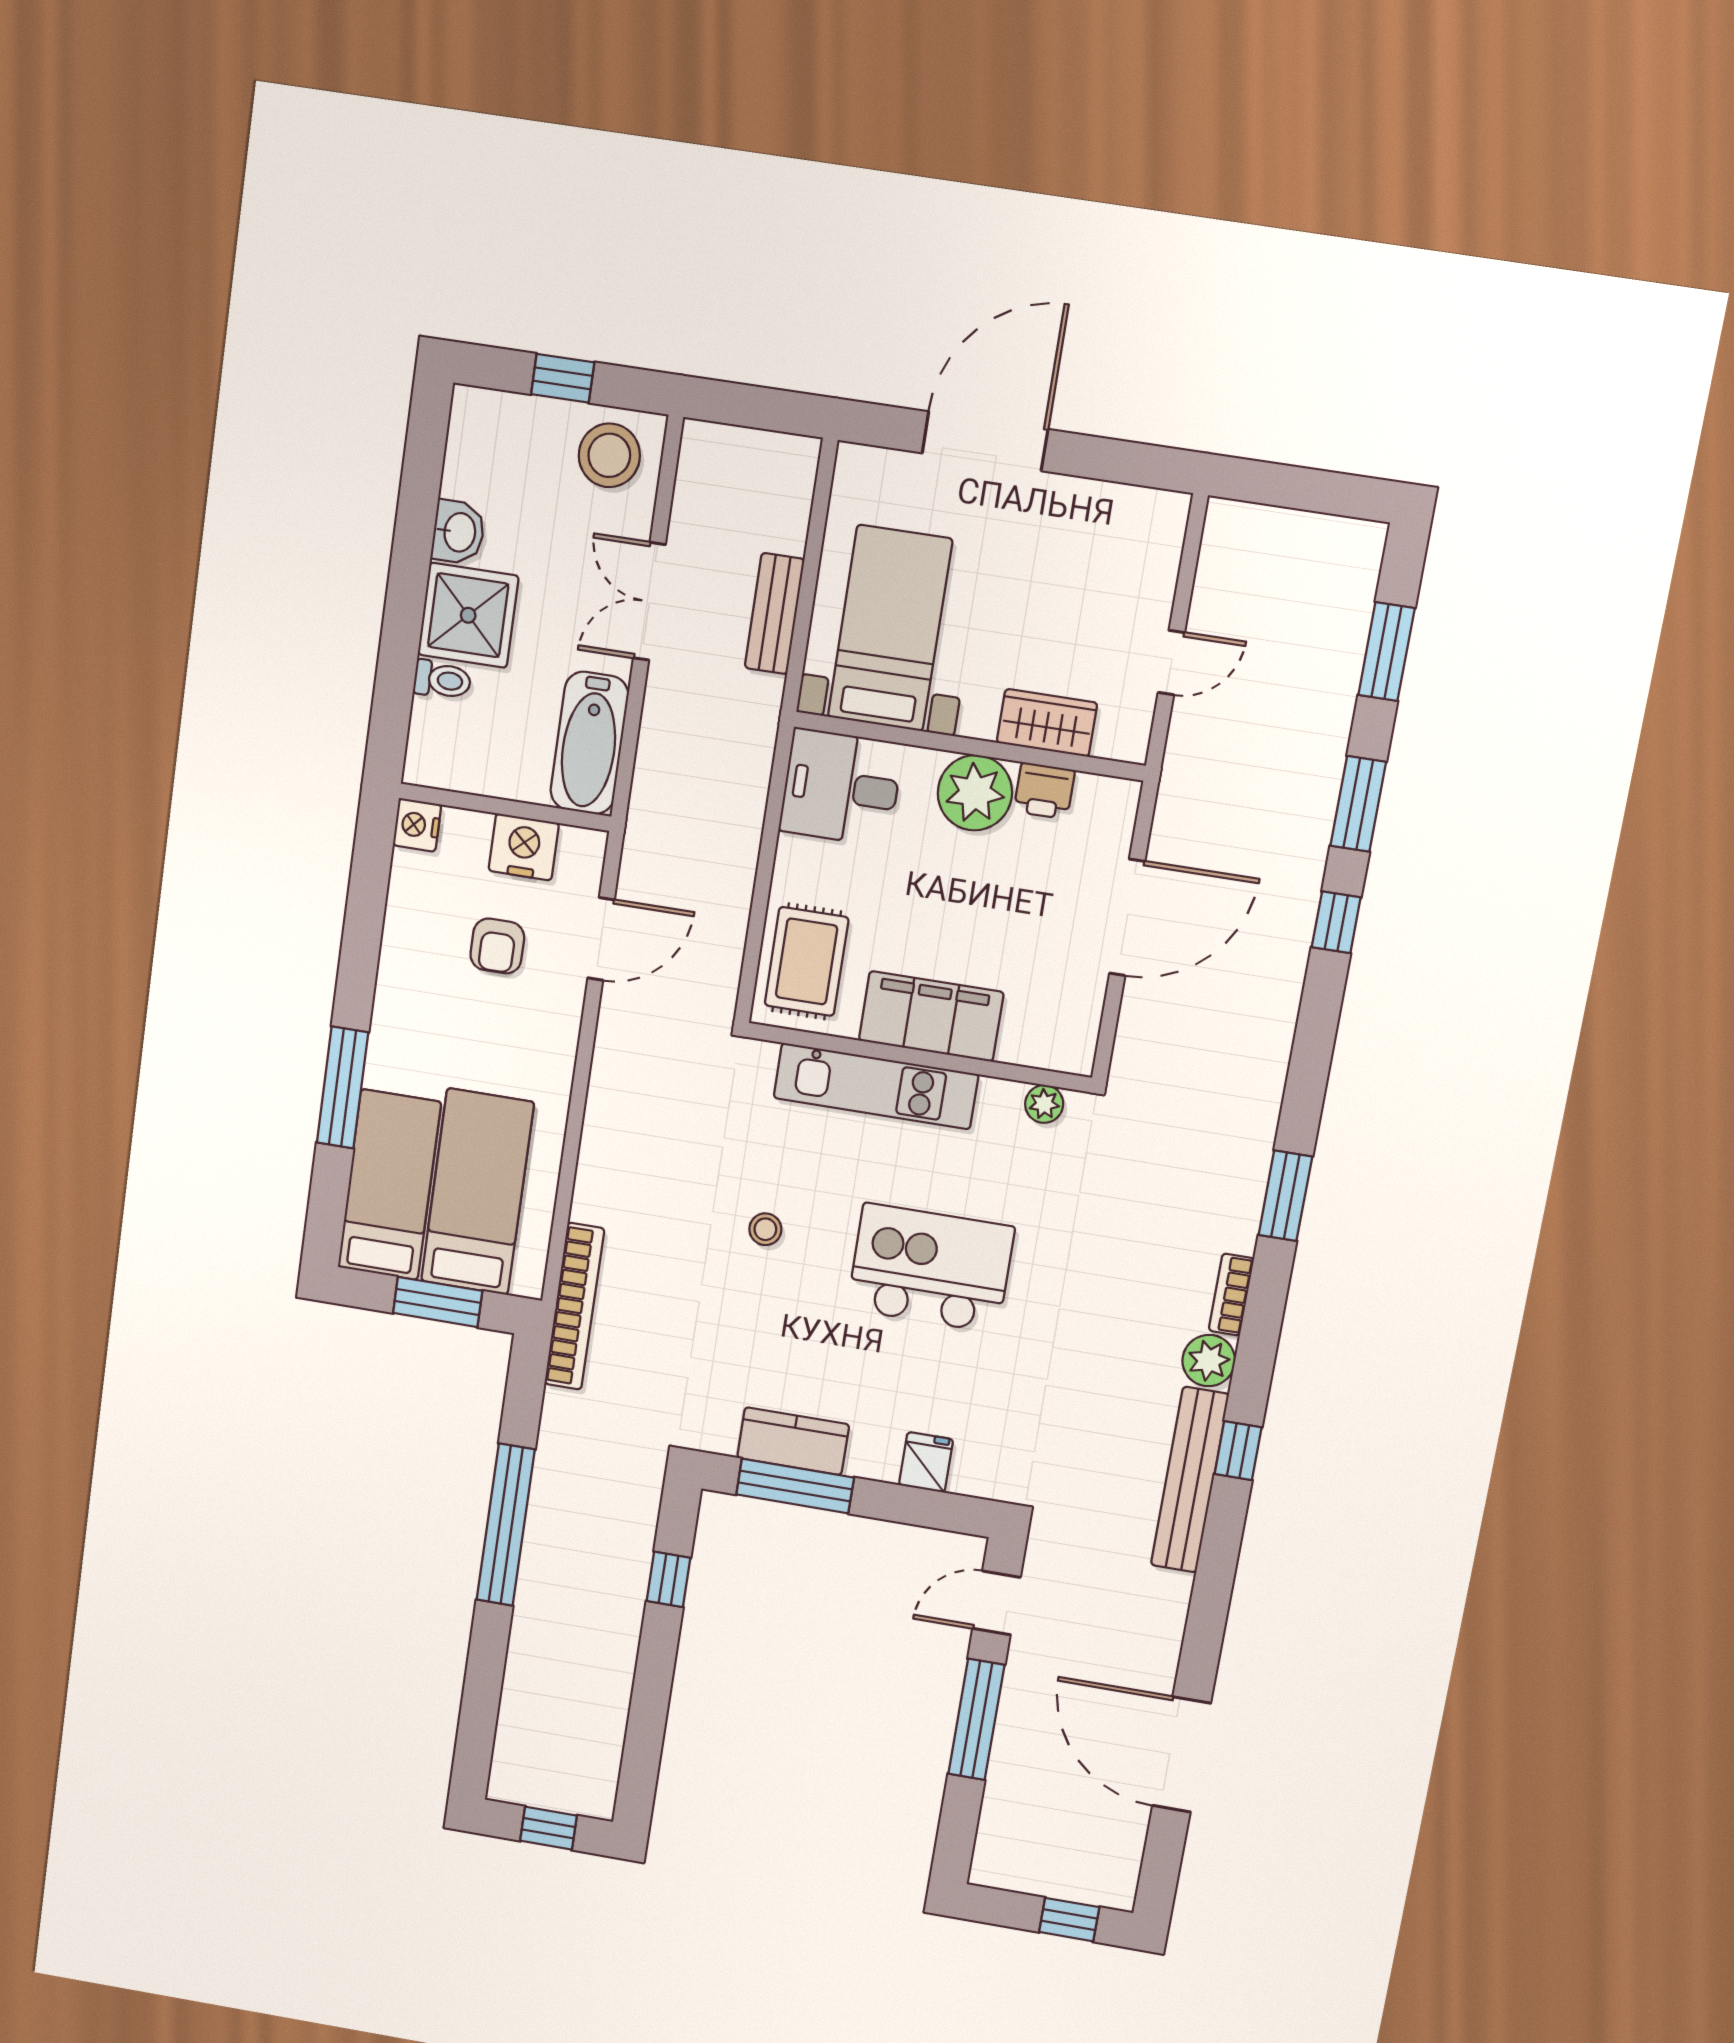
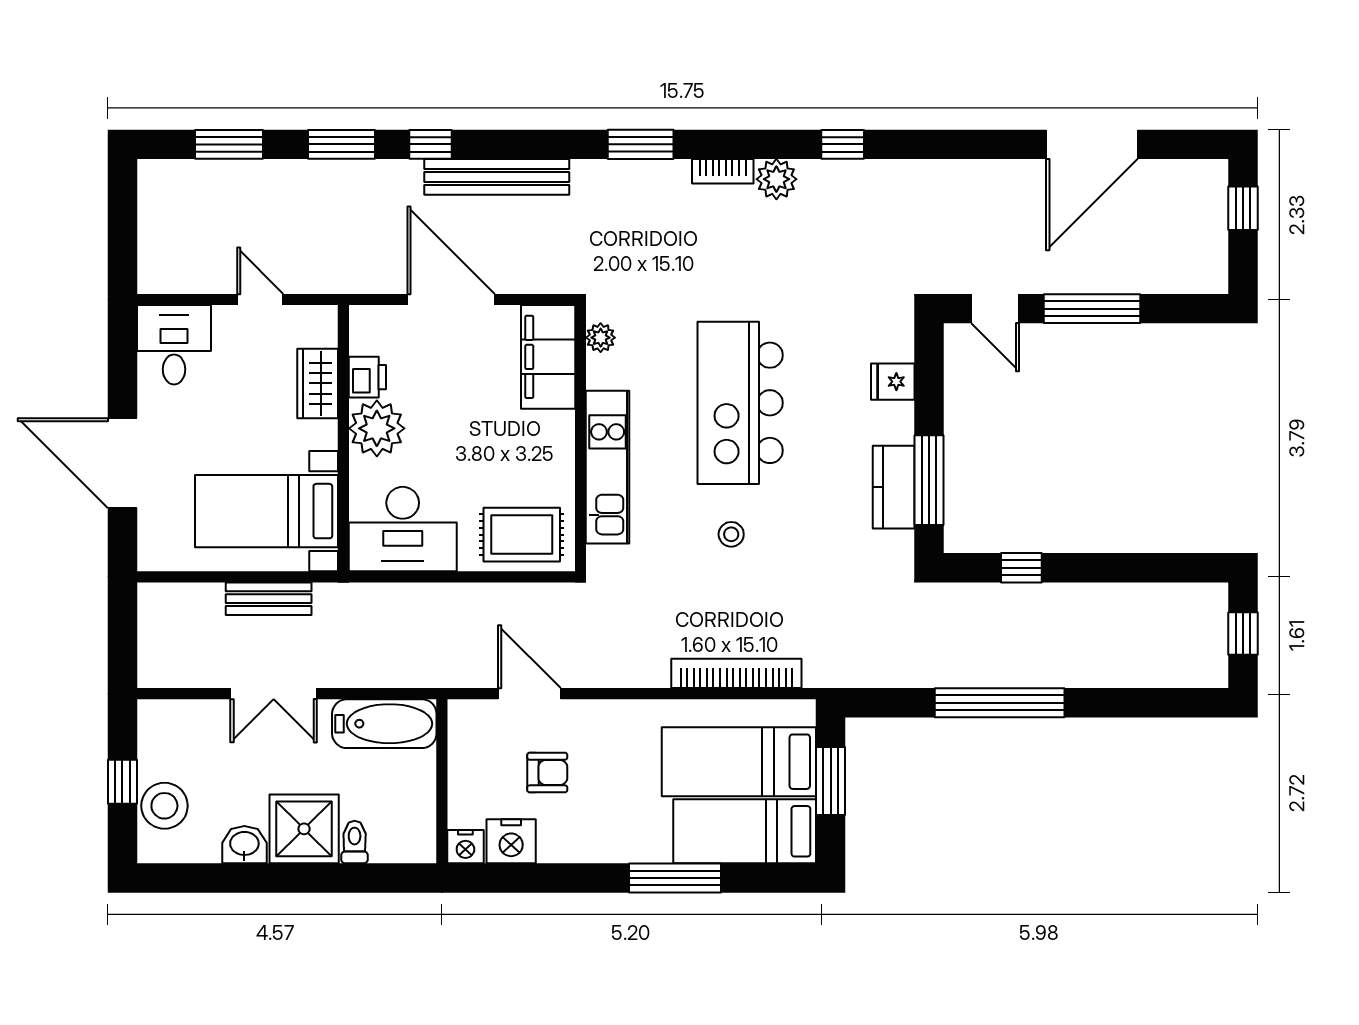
stool: (609, 455) -> (164, 806), moved
desk: (1131, 536) -> (174, 345), added
desk: (841, 787) -> (403, 529), width x1.37
nightstand: (524, 847) -> (511, 841), moved, turned -90
filing cabinet: (931, 1016) -> (548, 357), moved
kitchen island: (931, 1268) -> (740, 403), width x1.37
bookcase: (574, 1306) -> (736, 673), moved
bench: (1190, 1480) -> (497, 177), moved

